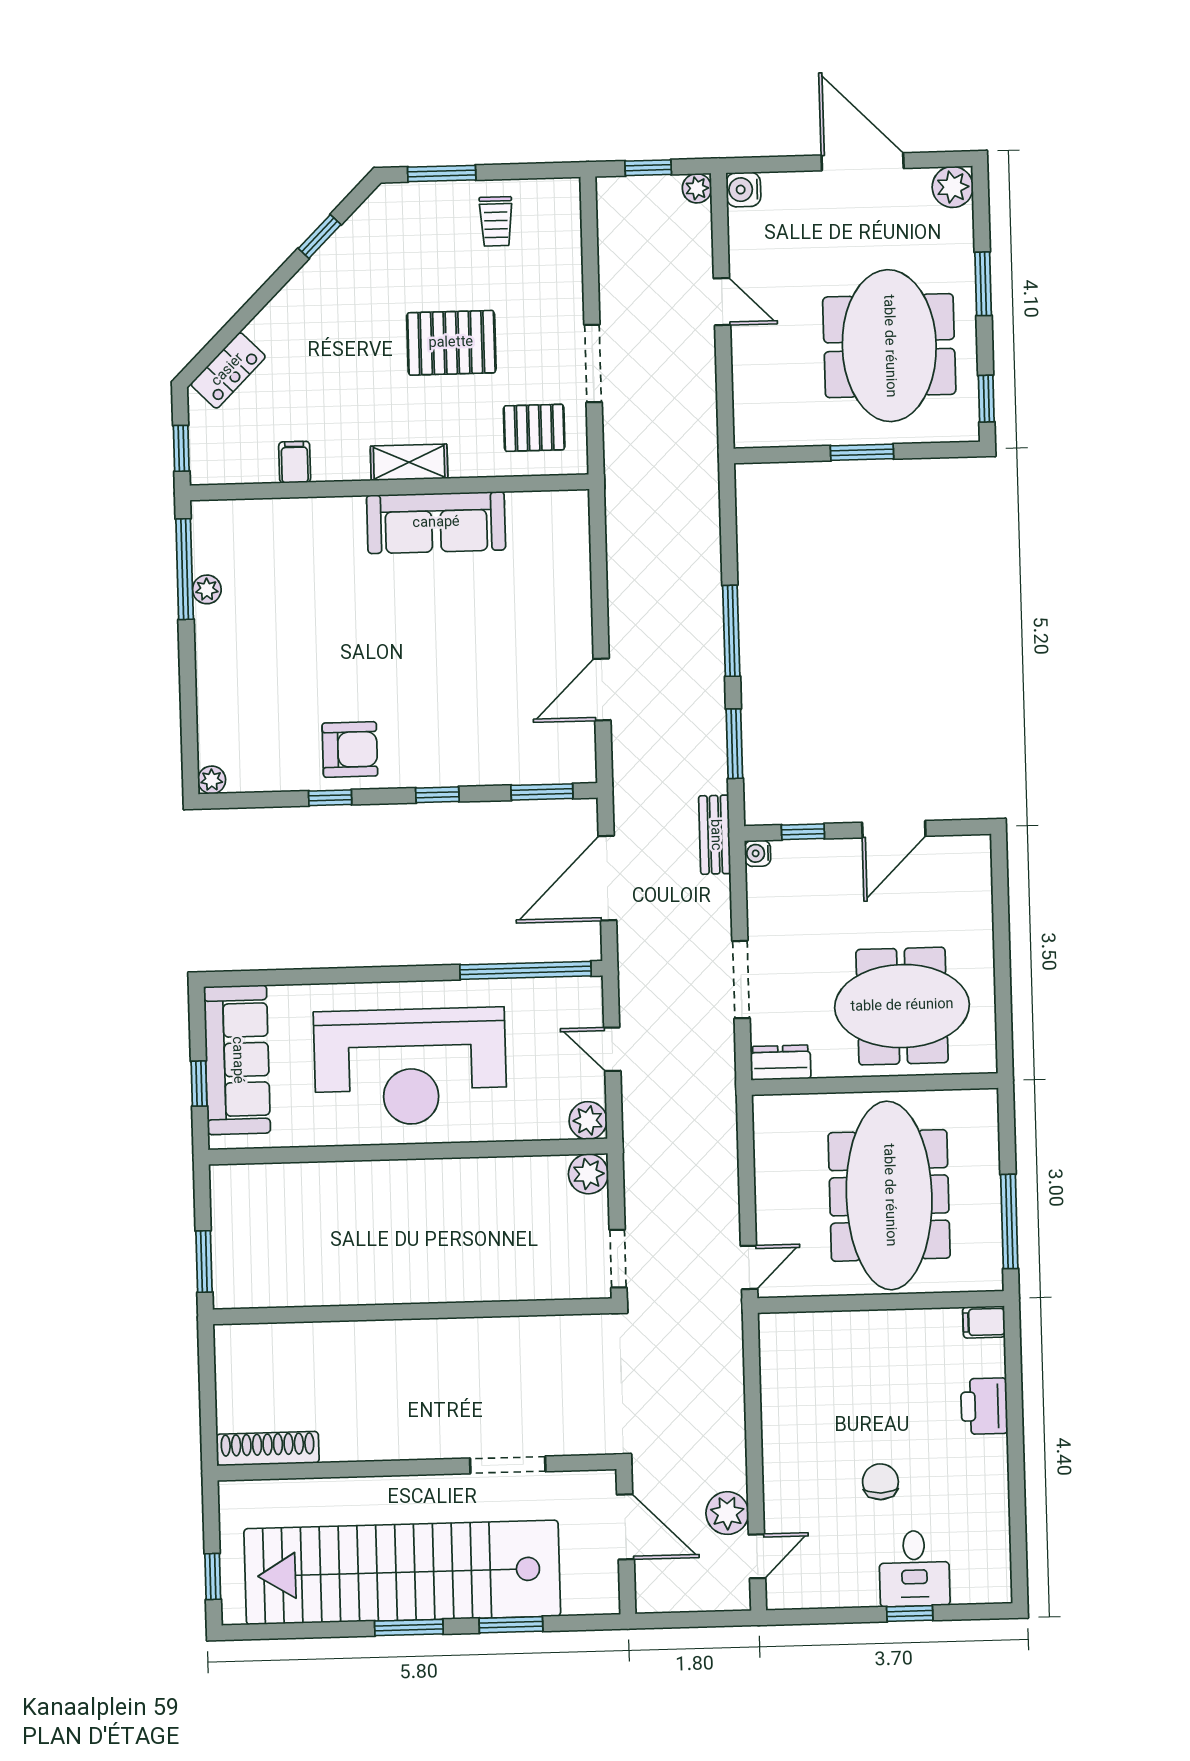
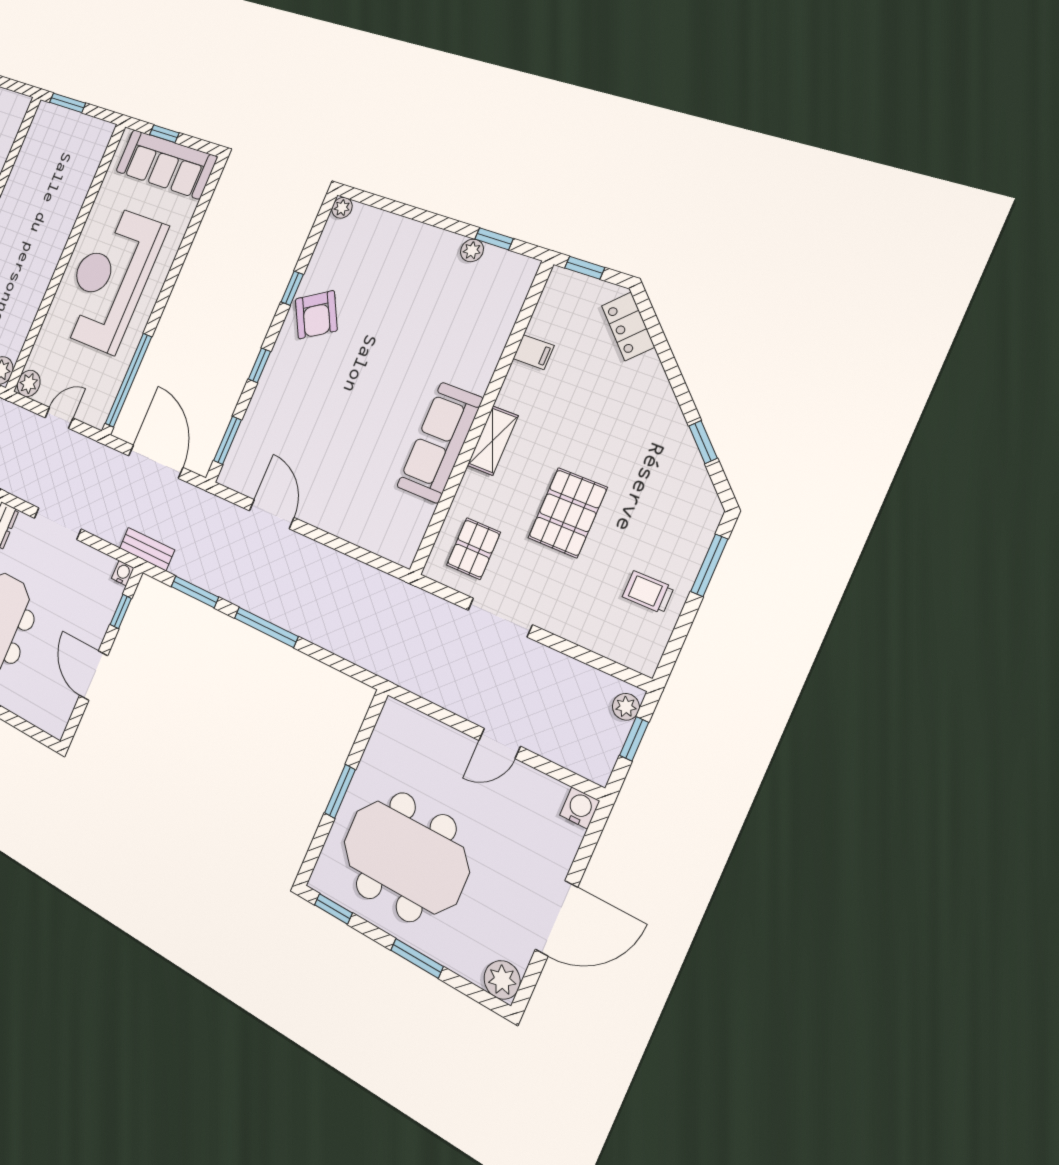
plant: (697, 188) -> (626, 707), moved
window: (185, 569) -> (494, 239), width x0.46
armchair: (350, 750) -> (316, 315), turned -30

